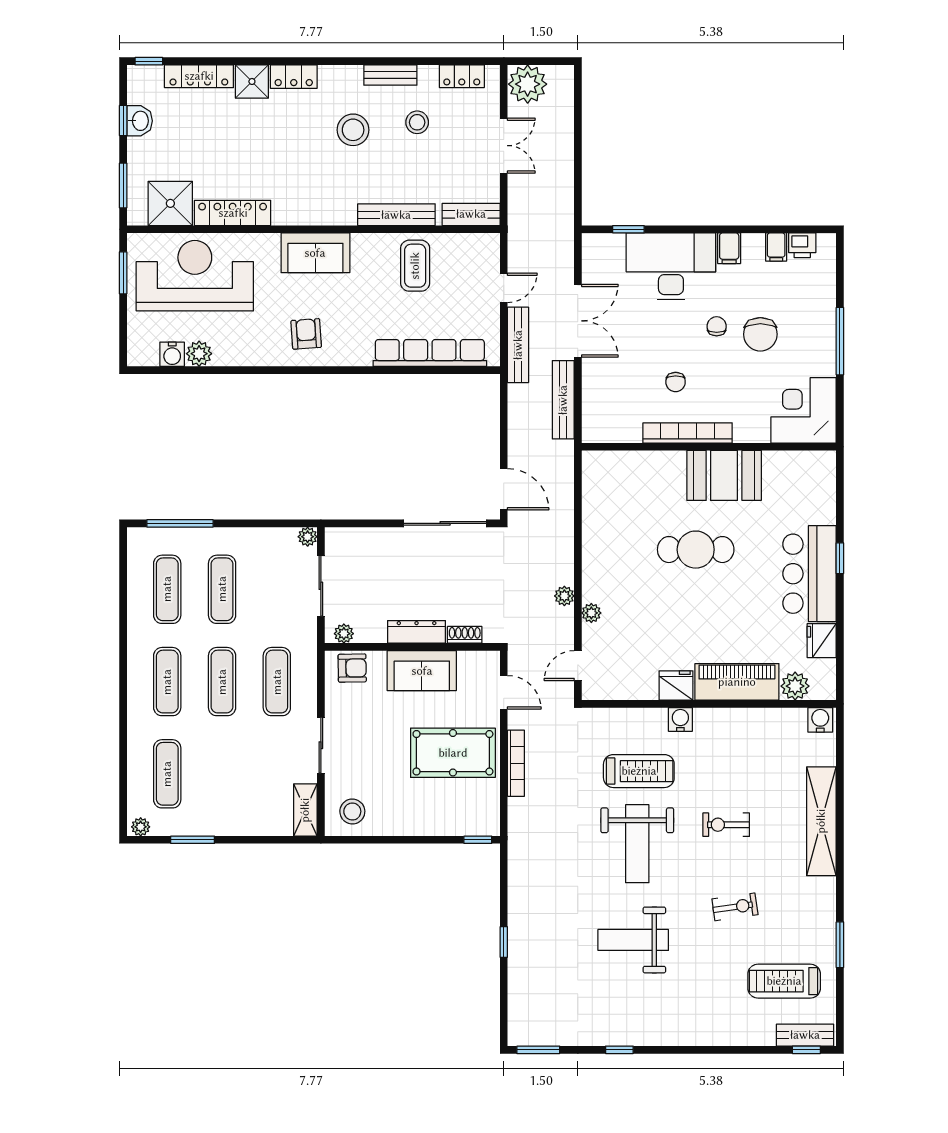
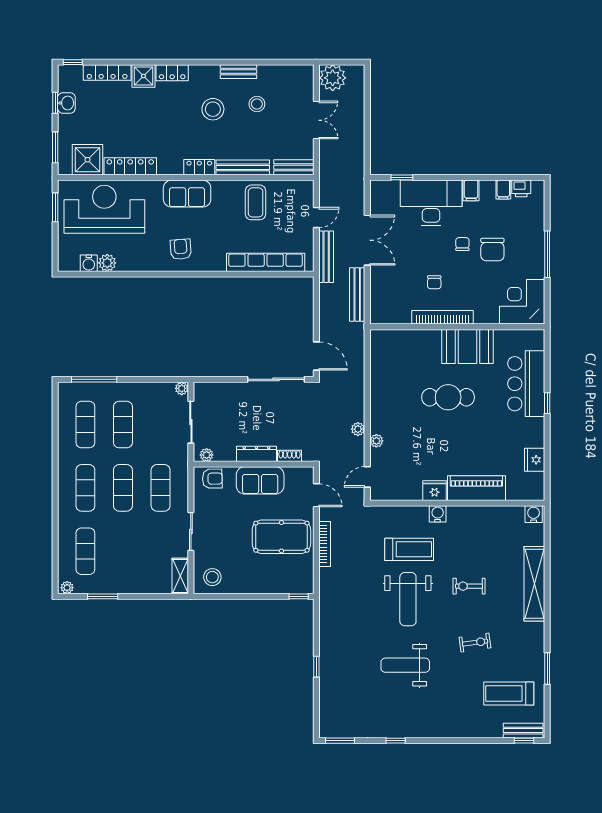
locker: (462, 76) -> (199, 167), moved, turned 180
bar counter: (810, 574) -> (526, 384), moved
plant: (795, 686) -> (516, 491), removed

